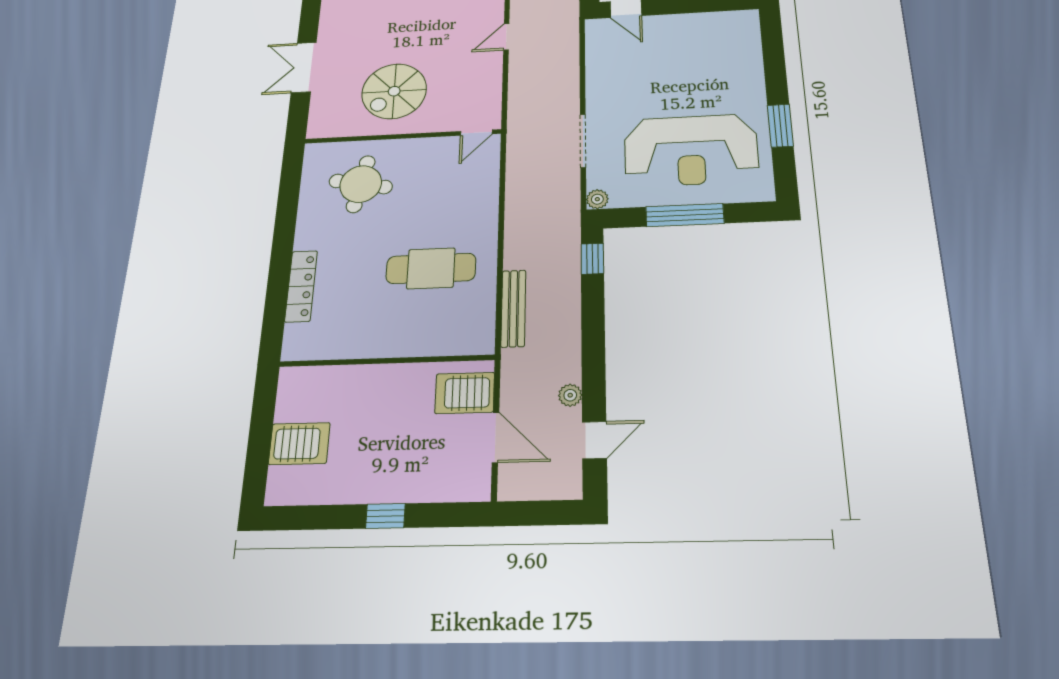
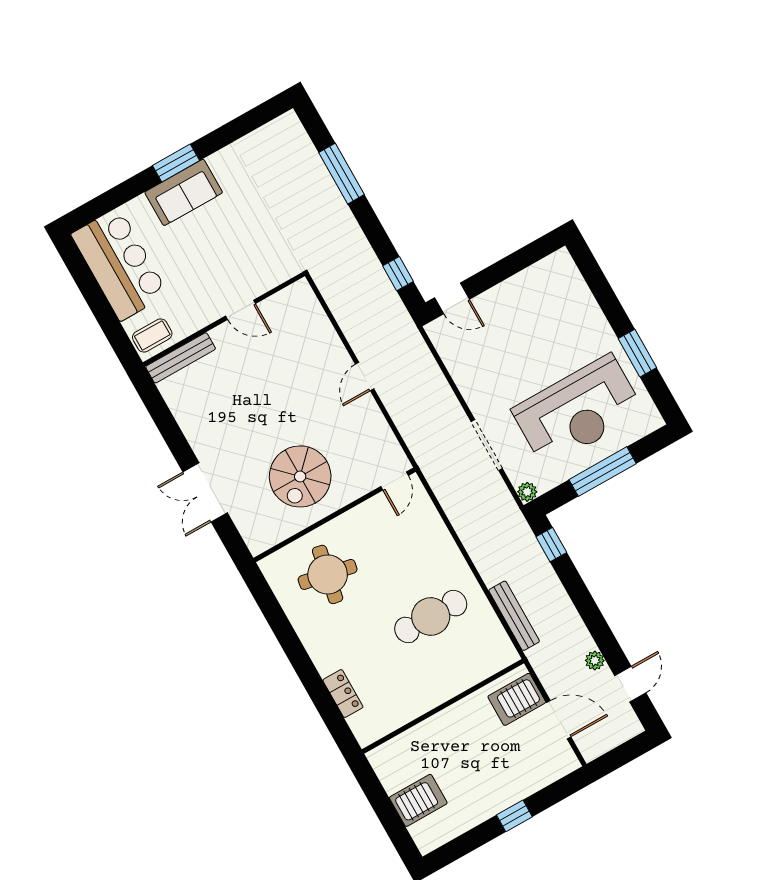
locker: (301, 286) -> (343, 694), width x0.66

